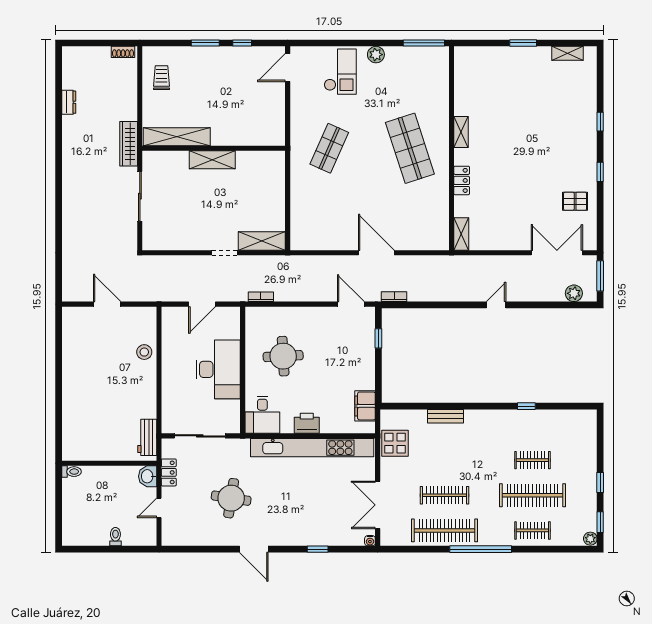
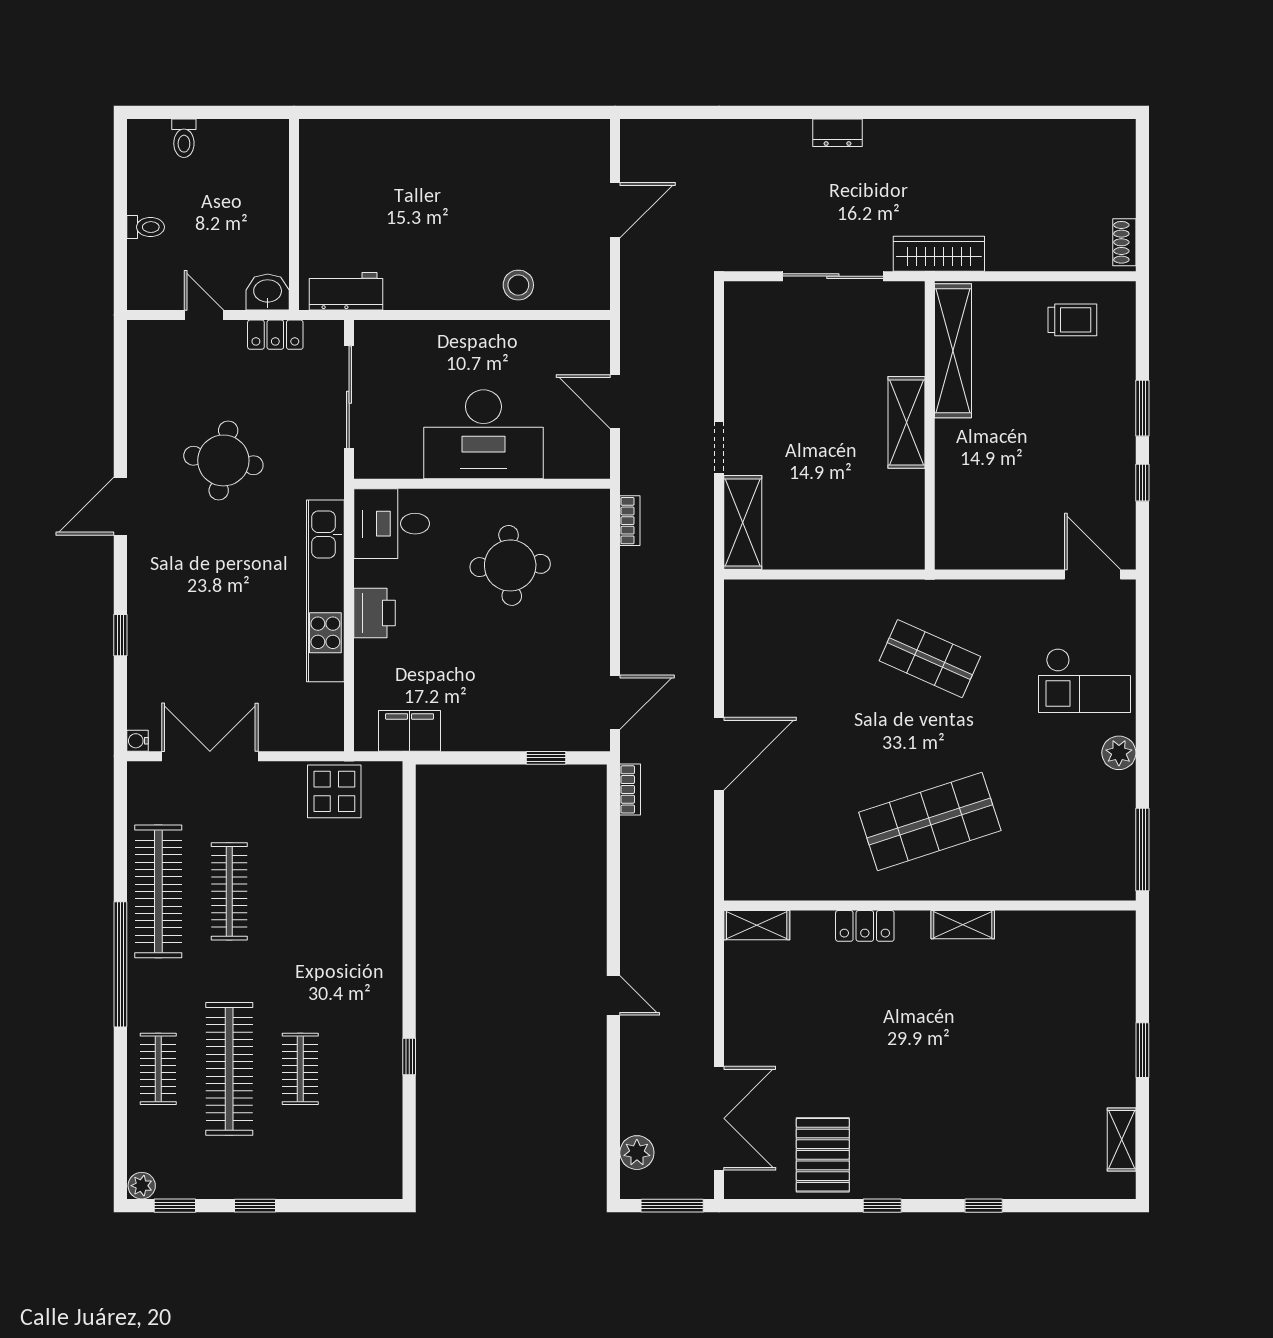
dresser: (69, 102) -> (837, 133), moved
pallet: (575, 201) -> (823, 1155), width x1.50, depth x1.42
bench: (445, 416) -> (389, 893), removed
kitchen unit: (312, 448) -> (325, 591), width x0.73
toilet: (71, 472) -> (184, 138), moved

